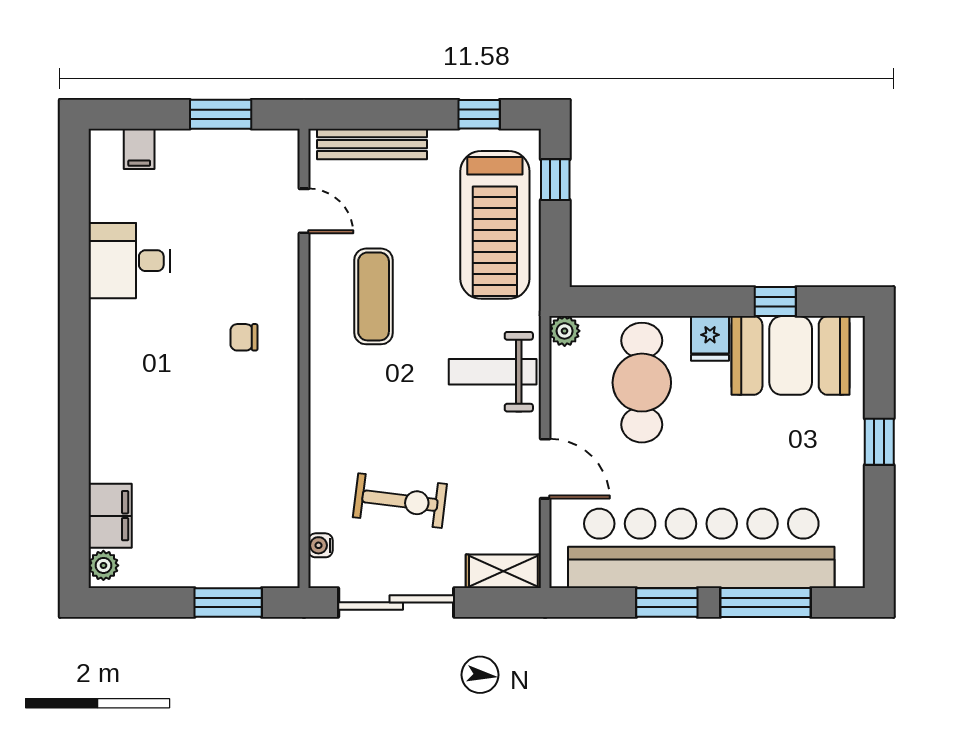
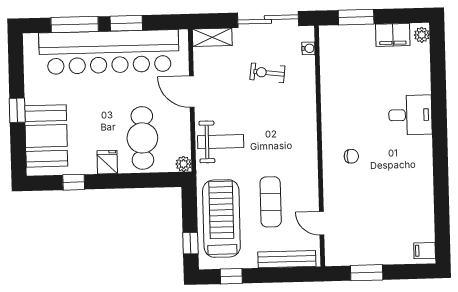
filing cabinet: (139, 149) -> (425, 251), moved, turned -90
desk: (129, 261) -> (410, 115), moved
exercise mat: (374, 296) -> (271, 202), moved
booth: (791, 355) -> (46, 136), moved, turned 90
exercise bike: (400, 501) -> (267, 73), width x0.73, depth x0.72
filing cabinet: (110, 516) -> (393, 35), moved, turned -90

